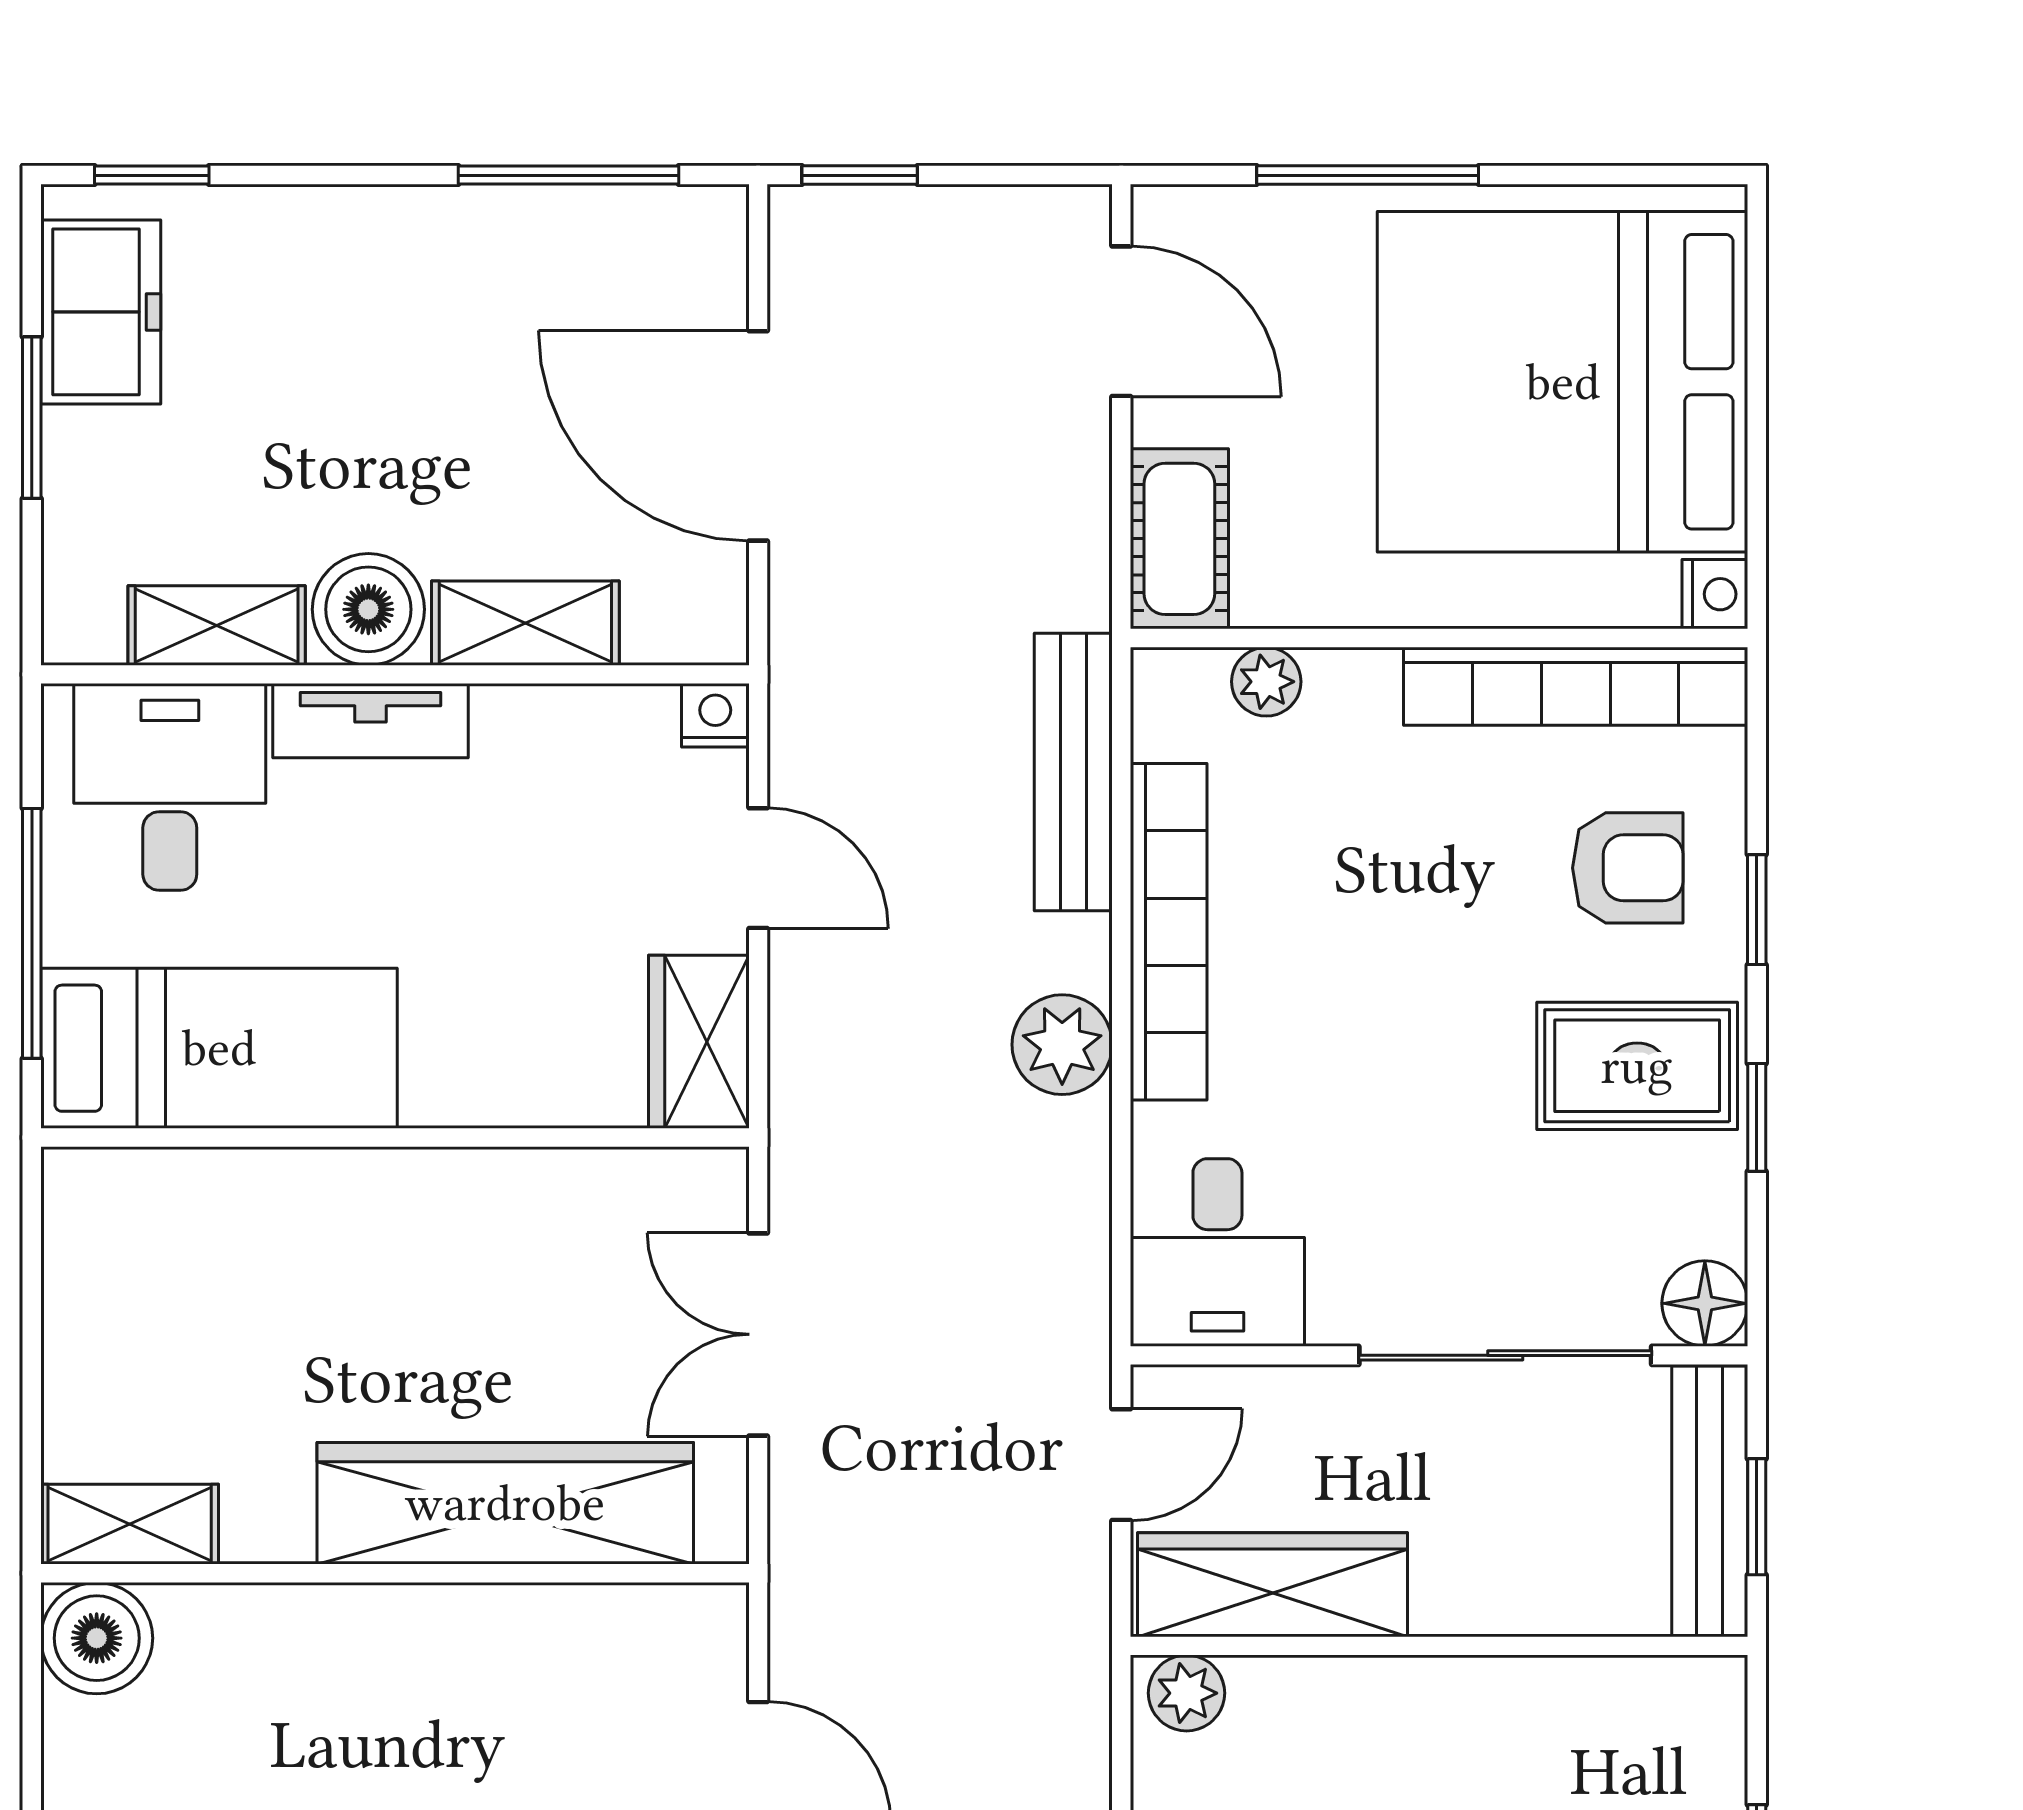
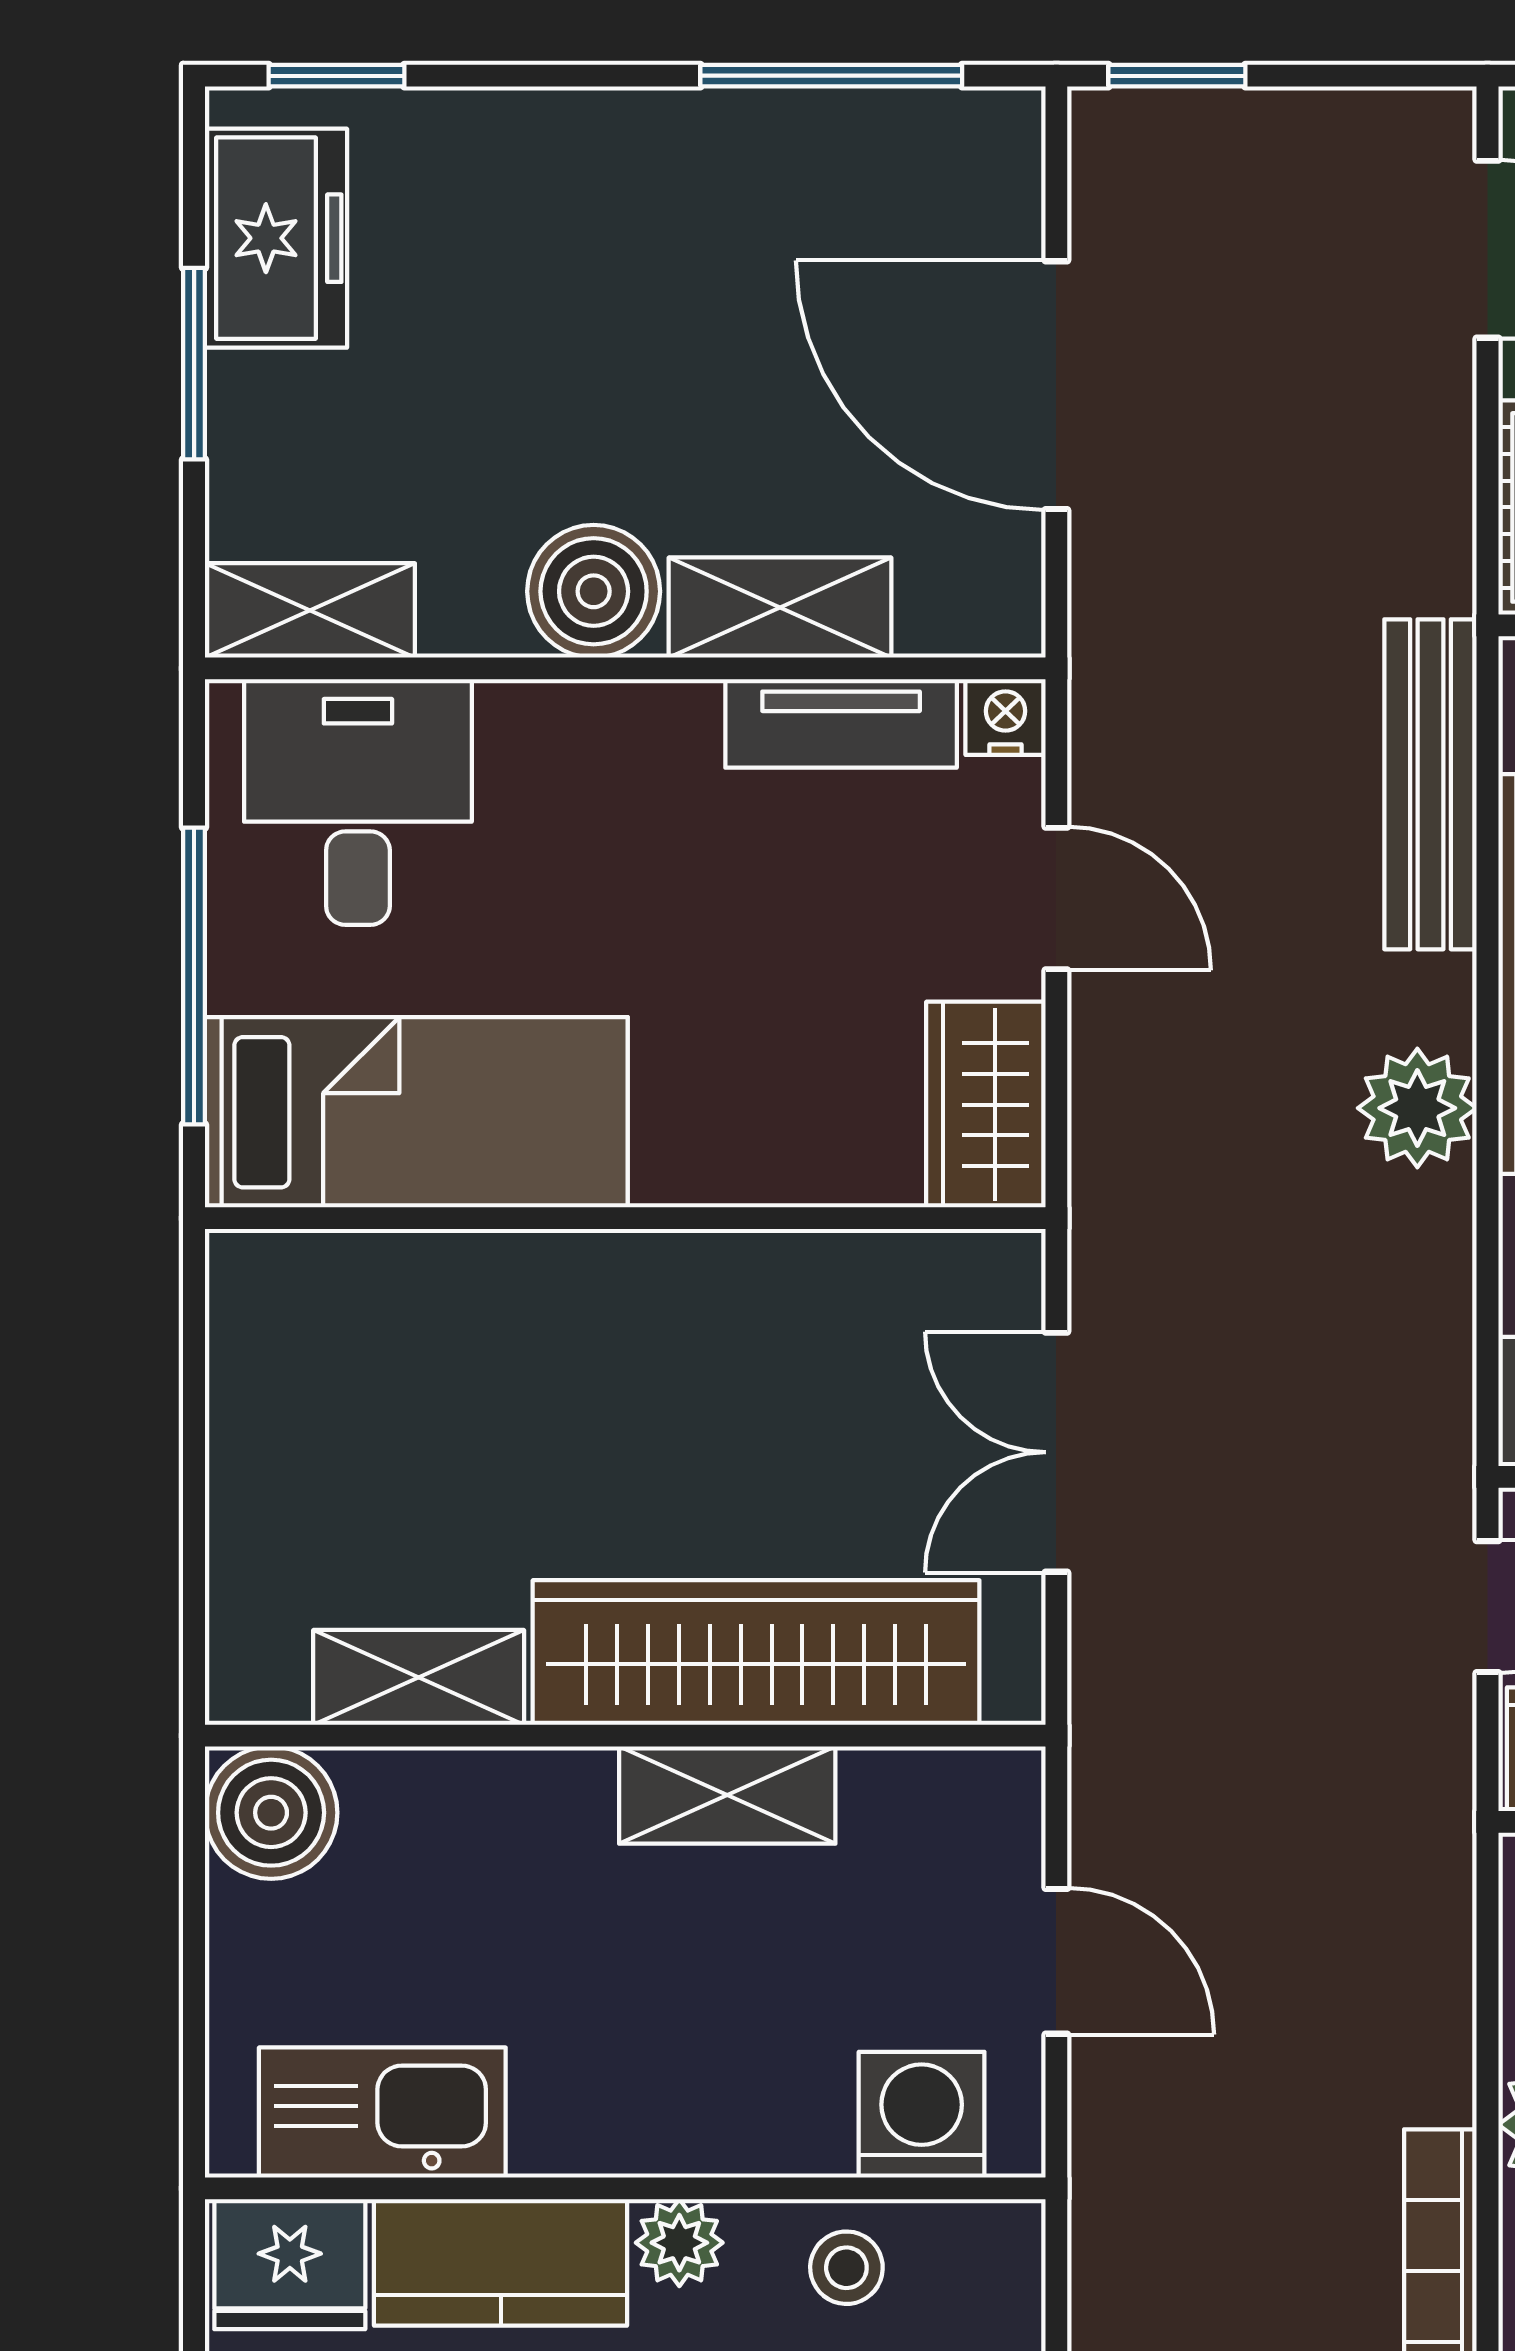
shelving: (217, 625) -> (310, 610), moved
tv unit: (370, 721) -> (841, 723), moved
shelving: (130, 1524) -> (419, 1677), moved
shelving: (481, 1623) -> (727, 1795), added

